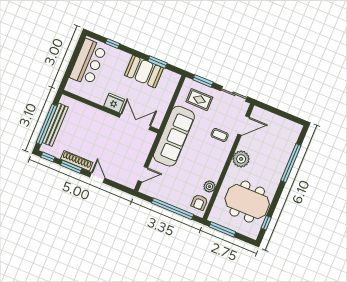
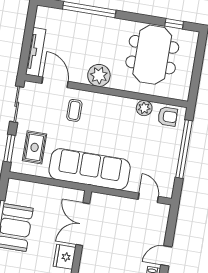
tv unit: (269, 117) -> (36, 52), added
window: (222, 229) -> (196, 78), removed

